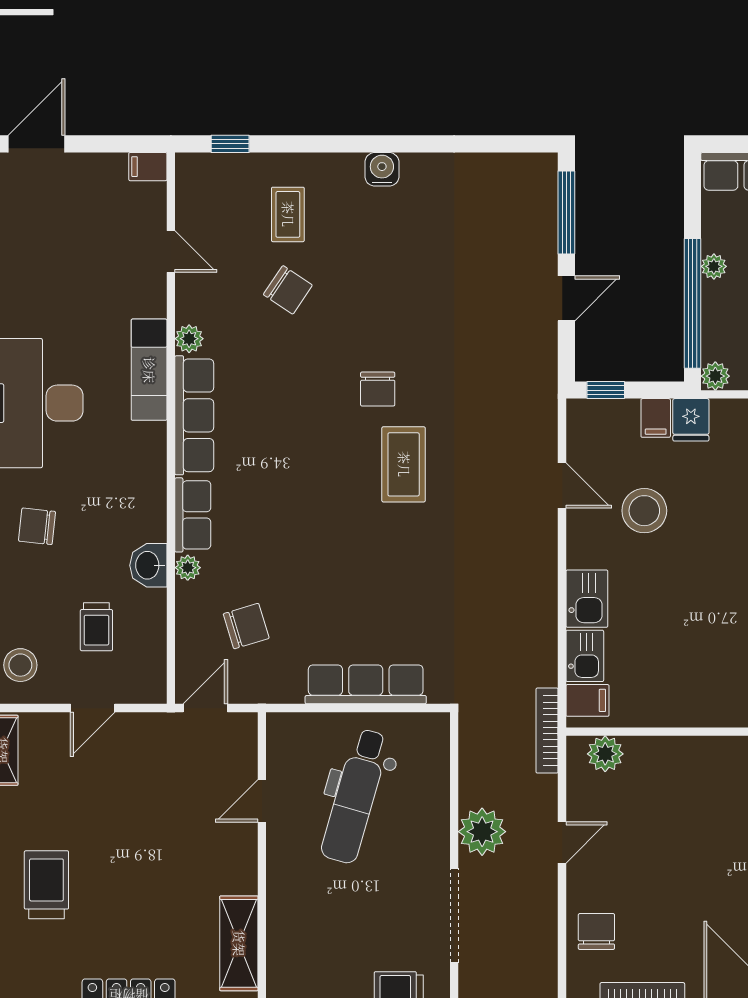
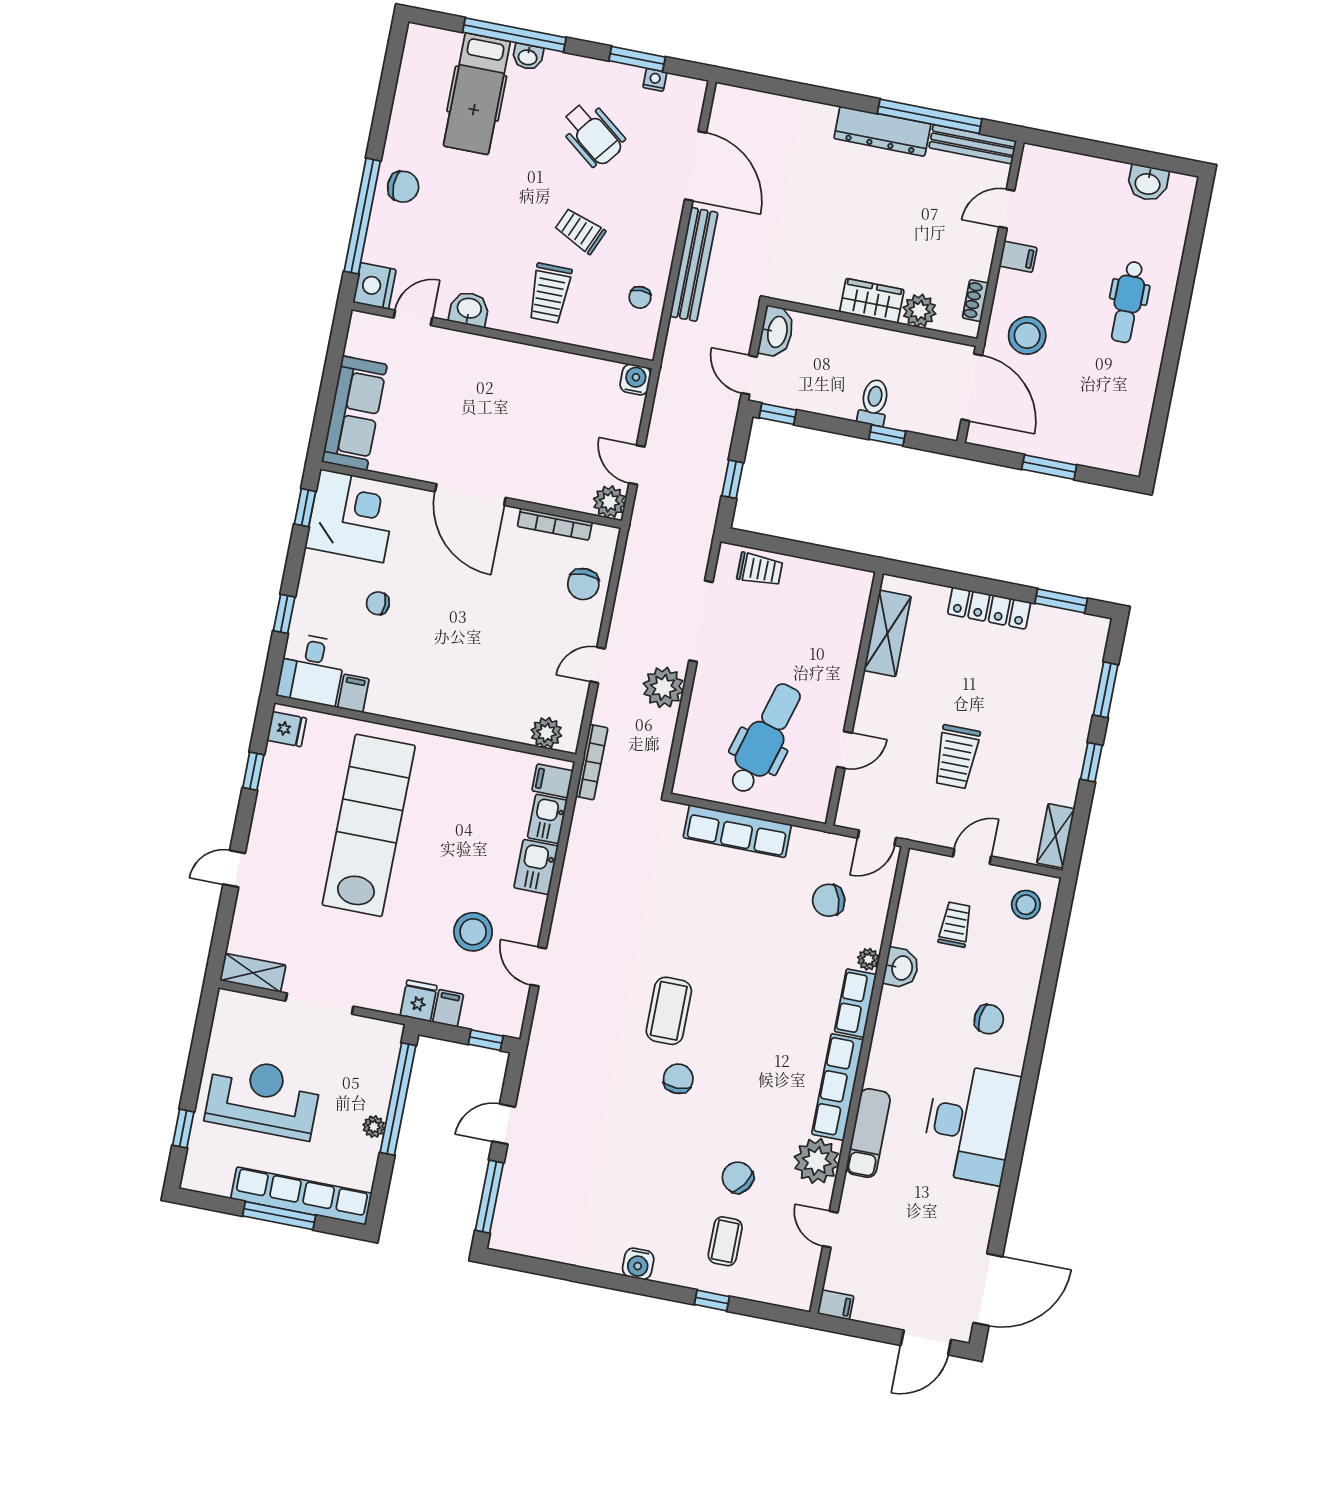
window: (230, 144) -> (712, 1301), moved
plant: (189, 339) -> (817, 1161), width x1.88, depth x1.88
plant: (715, 376) -> (391, 1034), removed
trolley: (46, 885) -> (956, 757), moved

